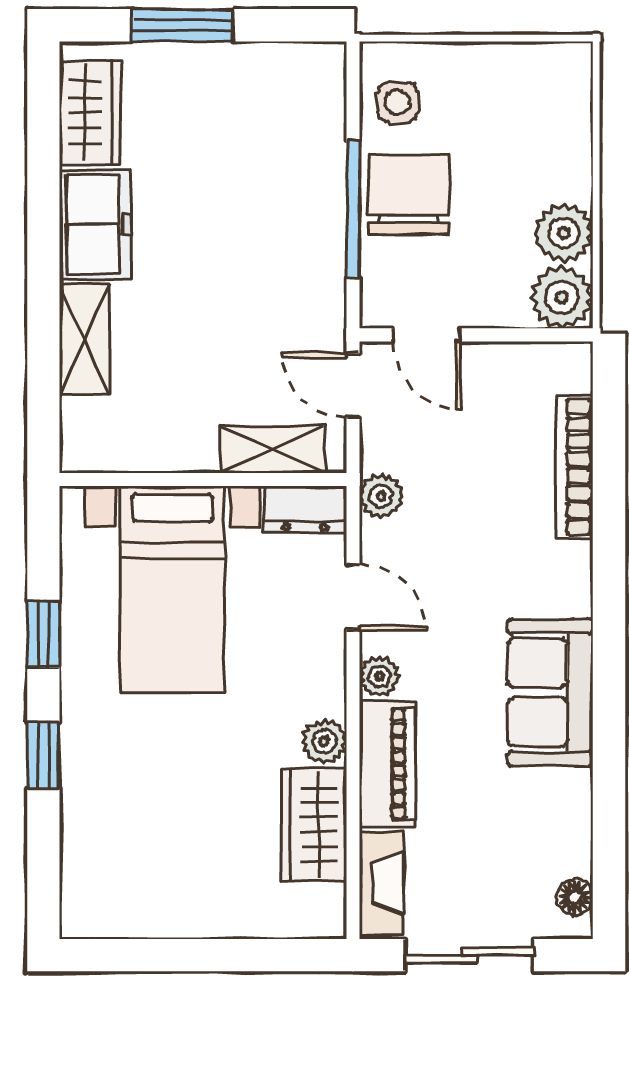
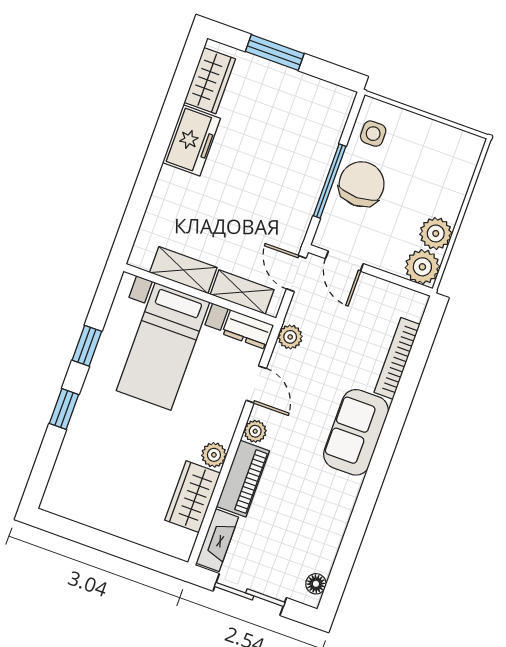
shelving: (84, 339) -> (183, 270), moved, turned 90
sofa: (550, 692) -> (356, 432), moved

